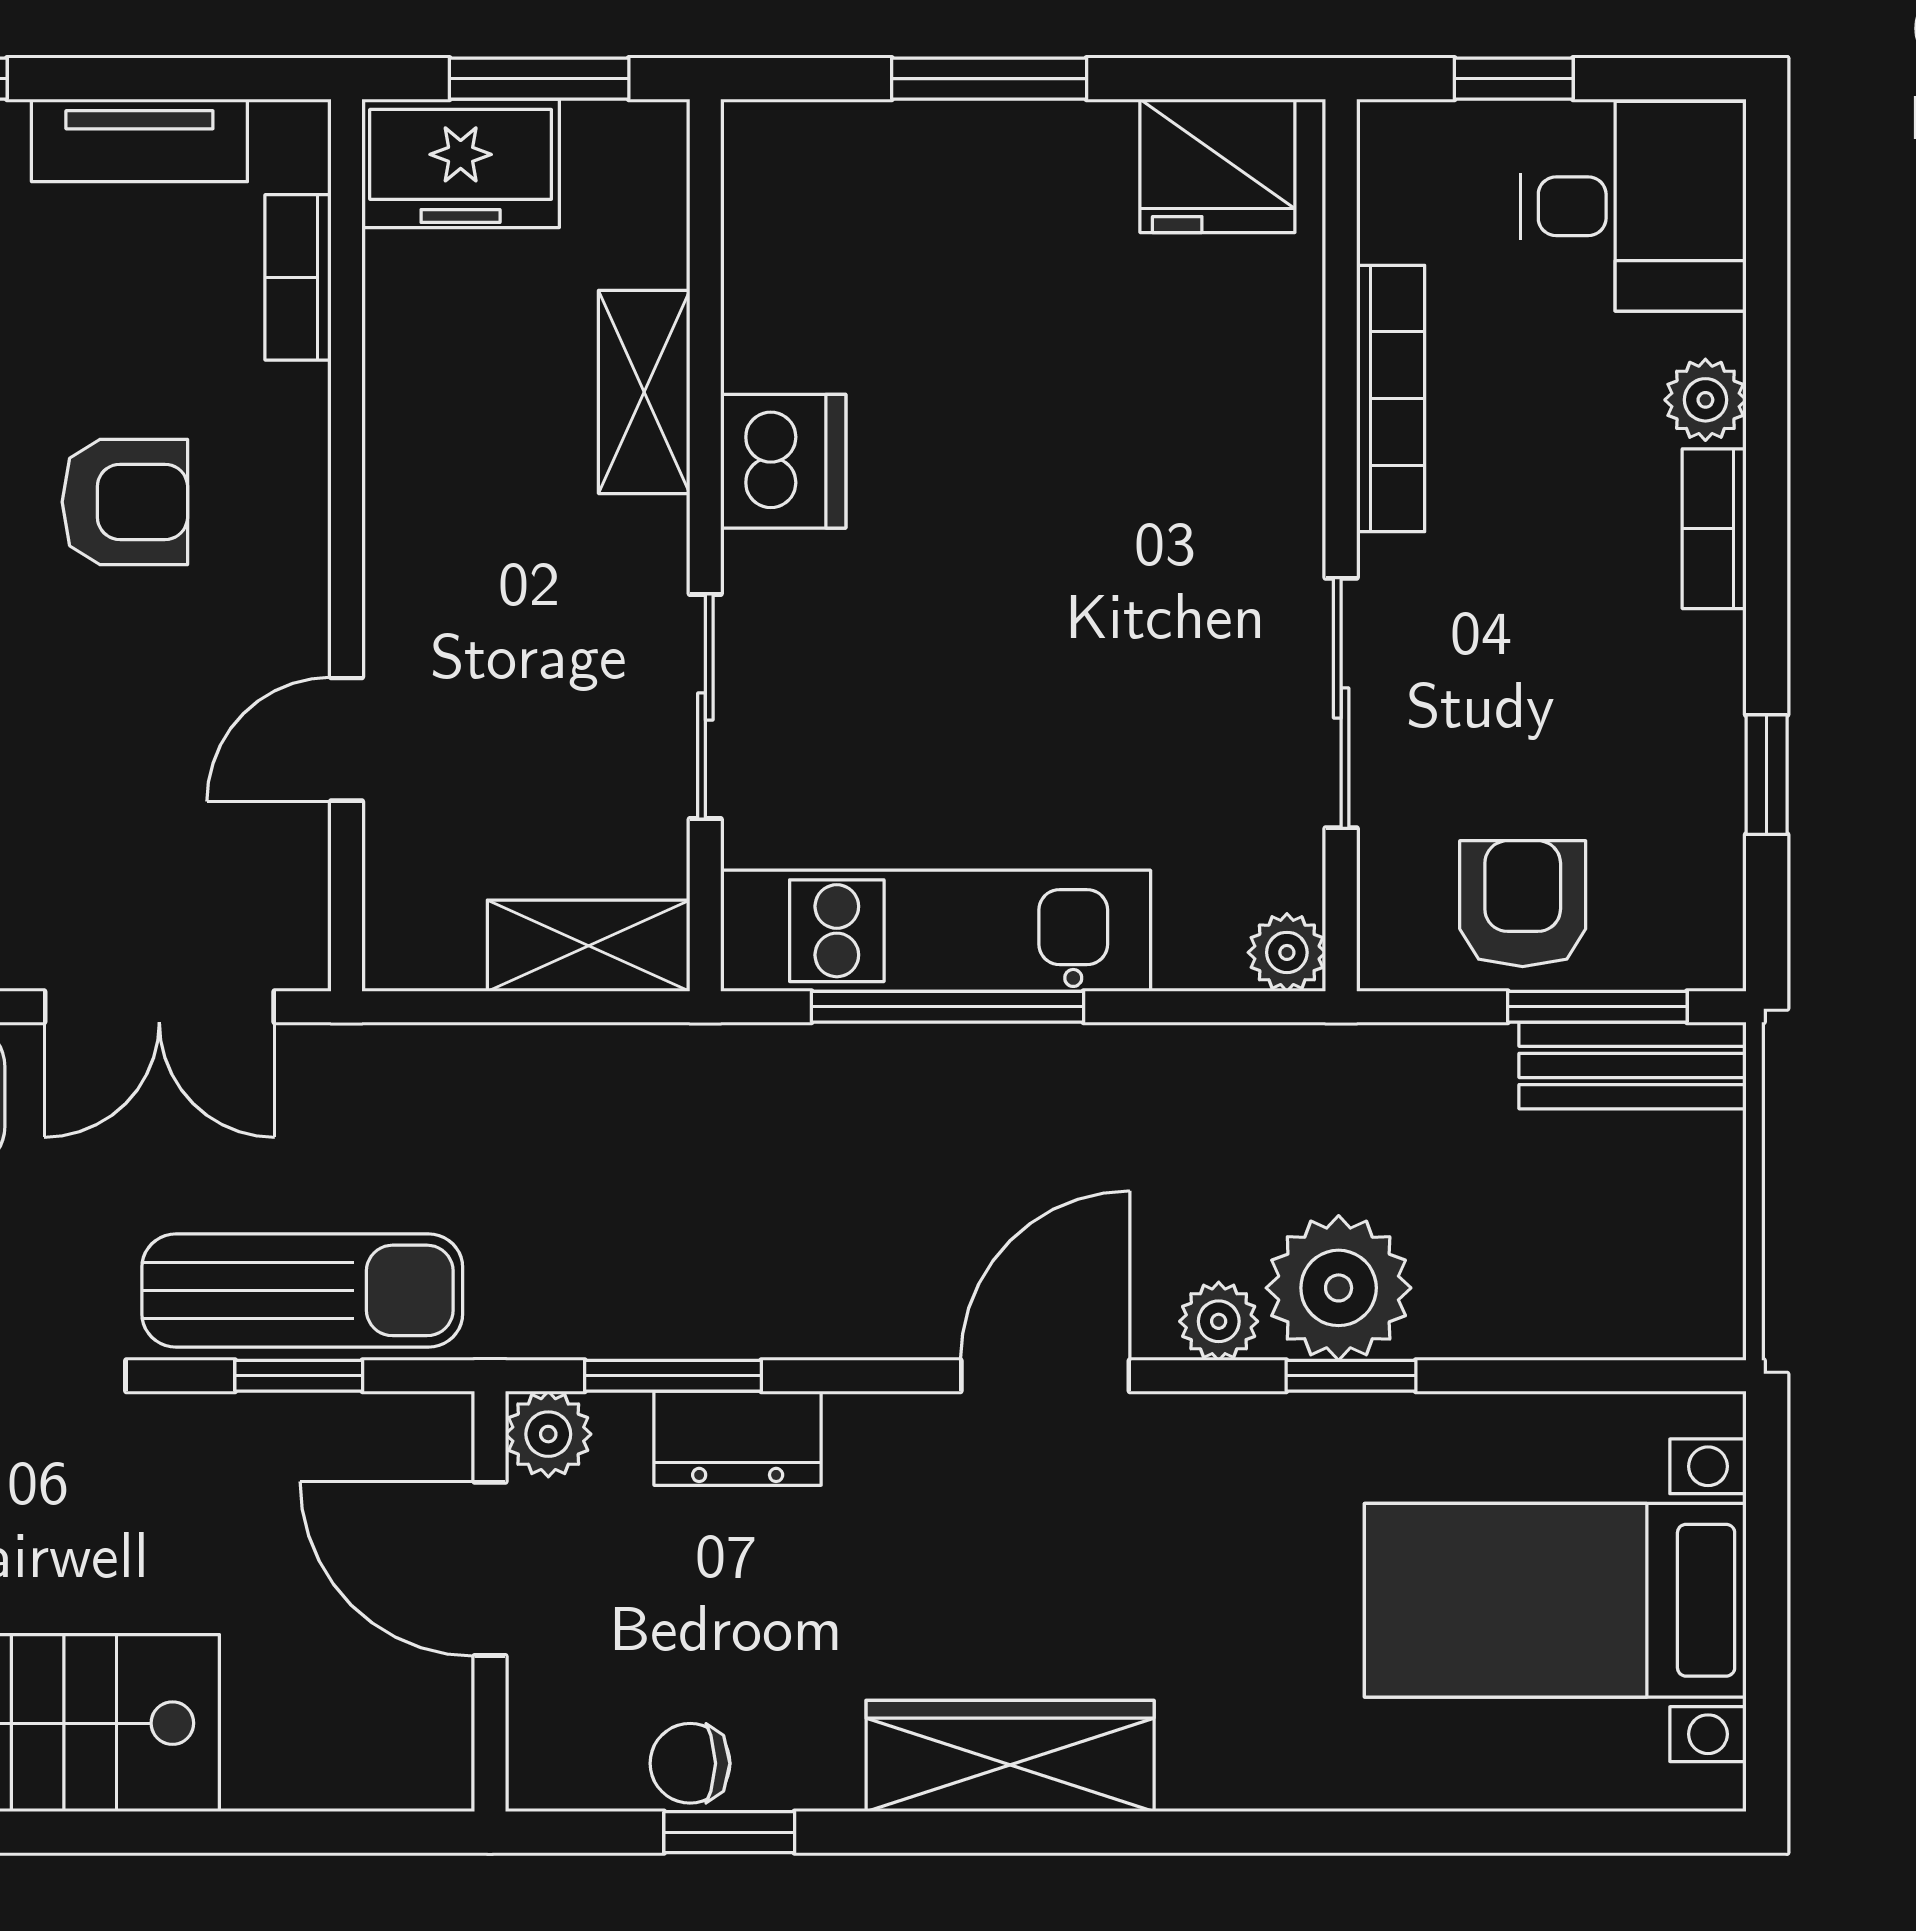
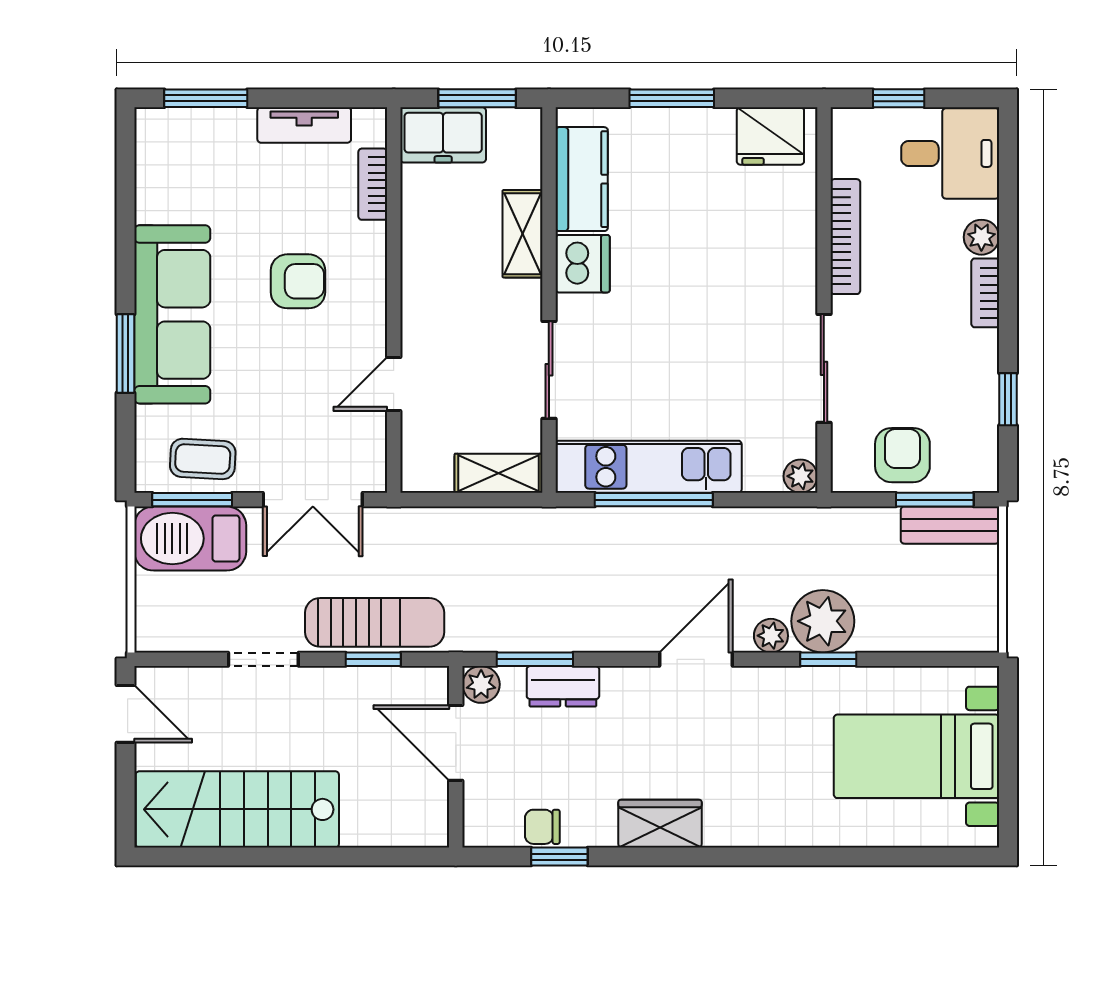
kitchen counter: (781, 266) -> (582, 179), added
wardrobe: (1010, 1756) -> (660, 824), width x0.67

